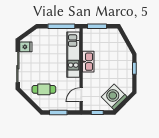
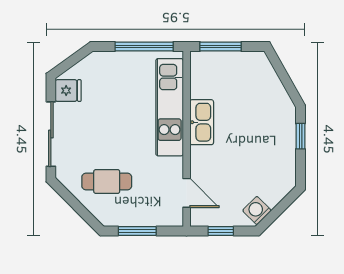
door: (81, 95) -> (187, 193), swing flipped
washing machine: (114, 97) -> (257, 211), width x0.53, depth x0.53

